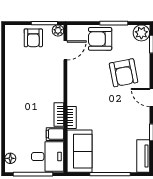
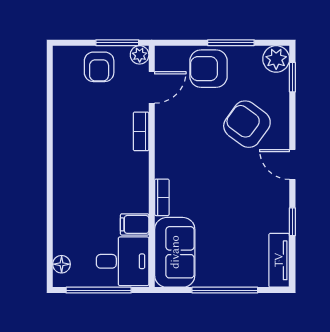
armchair: (124, 73) -> (247, 124), turned 137
bookcase: (59, 115) -> (141, 131), moved

